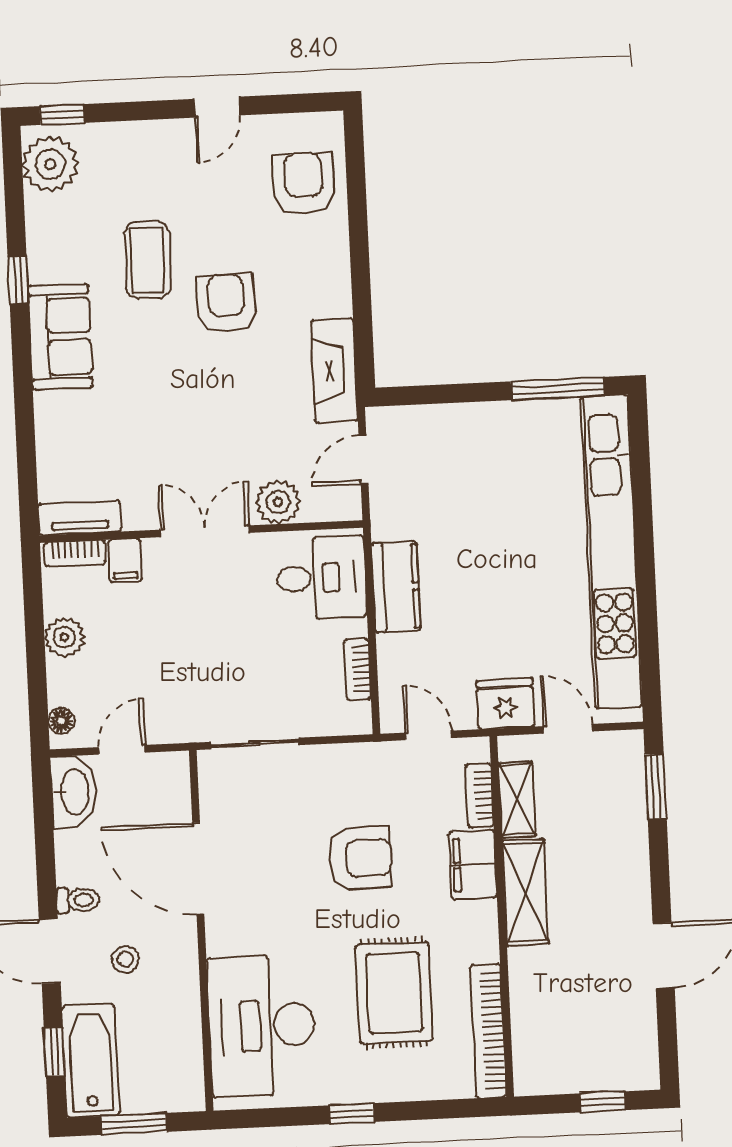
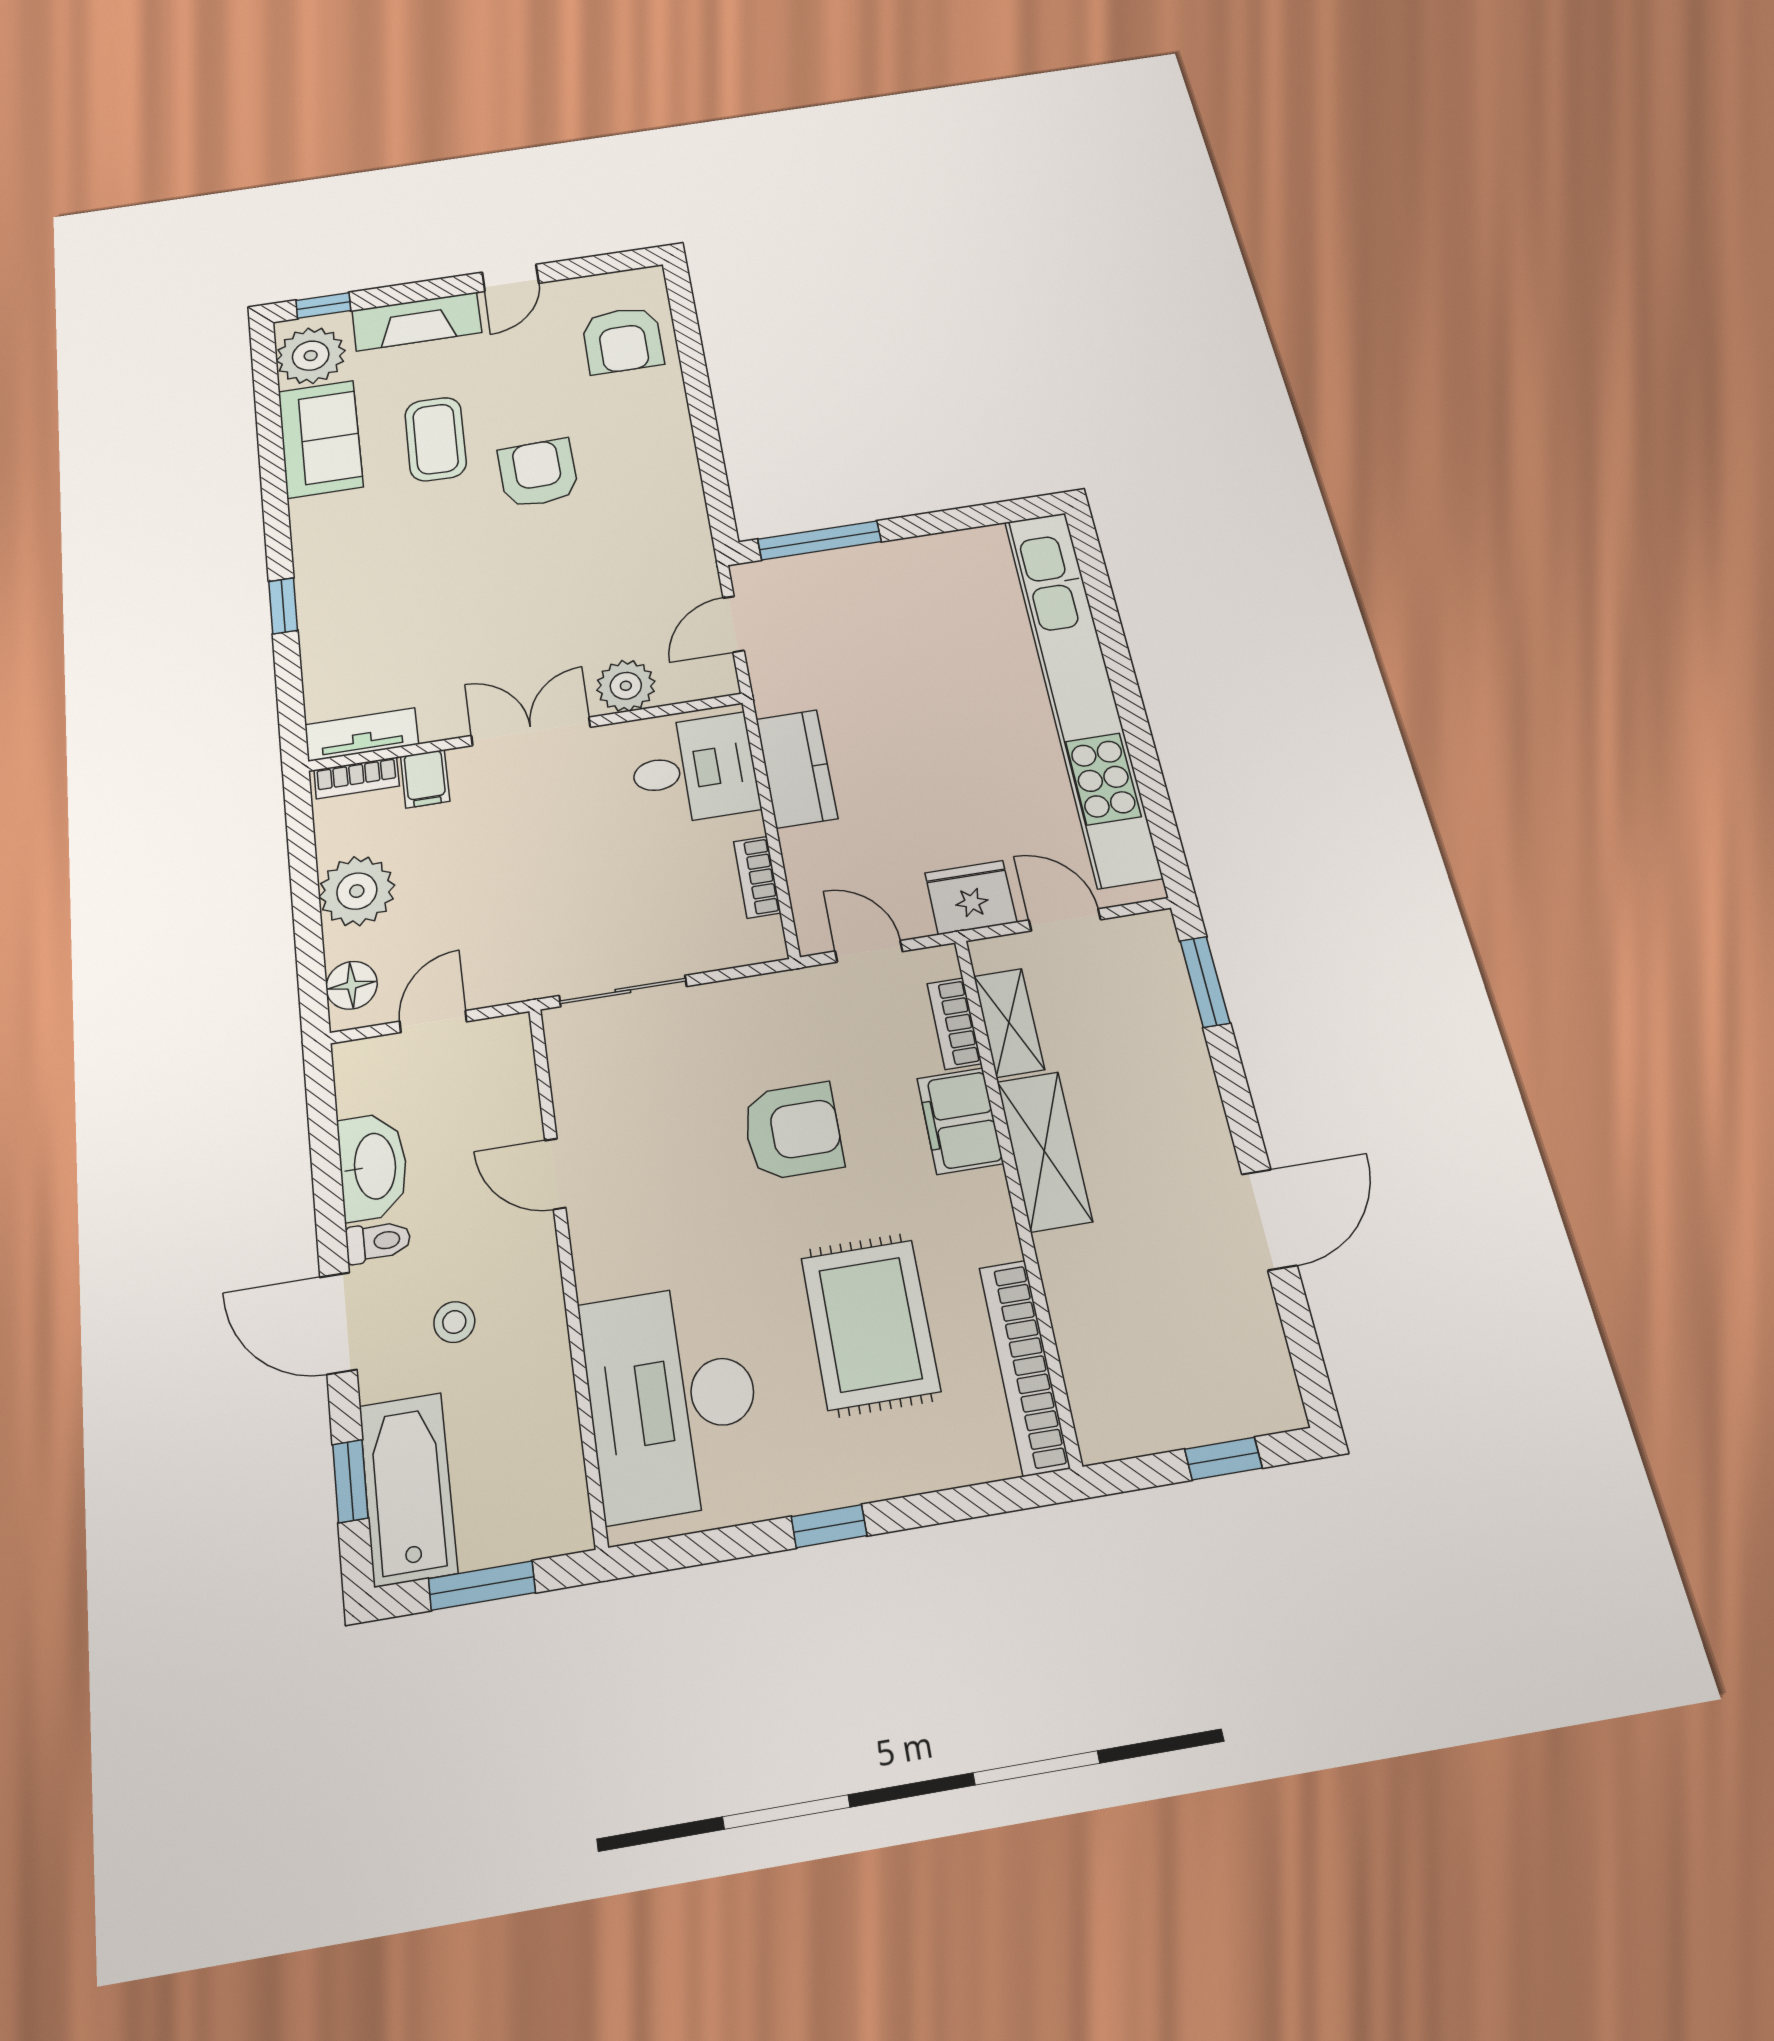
armchair: (303, 183) -> (623, 340), turned 180
window: (18, 280) -> (283, 606), moved
sofa: (60, 337) -> (320, 439), moved
fireplace: (334, 371) -> (417, 321), moved, turned -90
window: (558, 389) -> (819, 540), moved
plant: (64, 637) -> (357, 891), width x1.36, depth x1.36
floor lamp: (61, 721) -> (352, 985), width x1.37, depth x1.37
washbasin: (74, 792) -> (373, 1166), moved
door: (198, 868) -> (555, 1174), width x0.53

